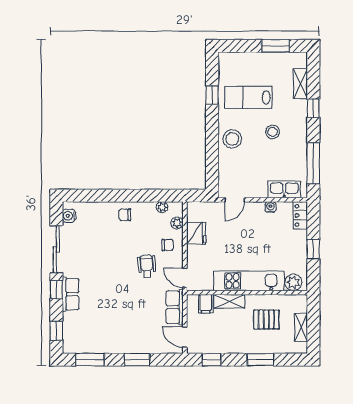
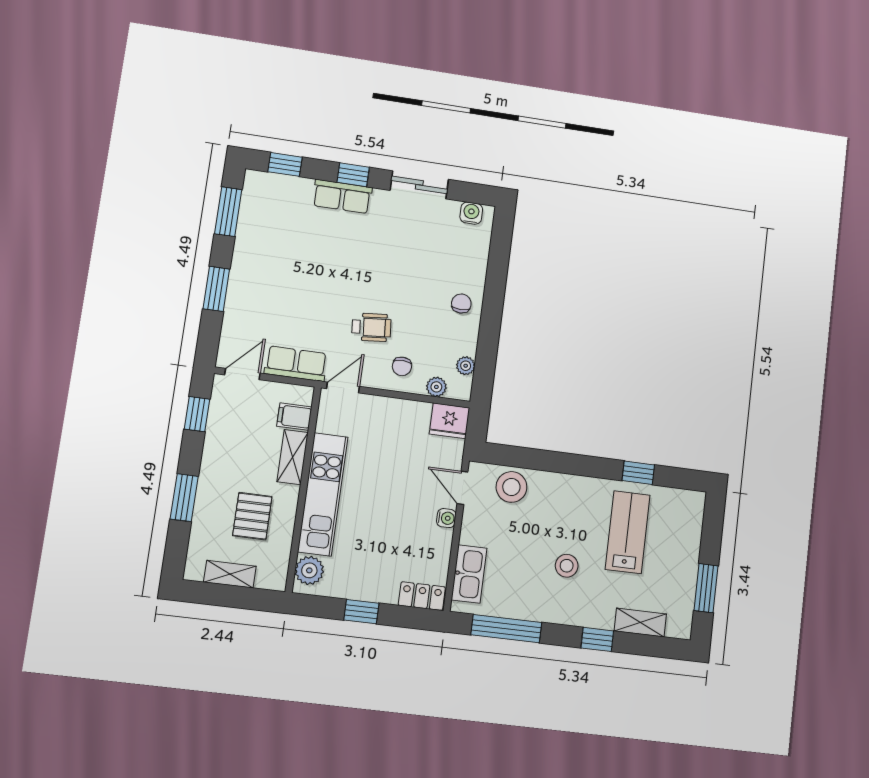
stool: (232, 139) -> (511, 487), moved
water cooler: (270, 207) -> (446, 518), moved
fridge: (196, 233) -> (449, 421), moved
sliding door: (56, 249) -> (419, 185), width x0.73

